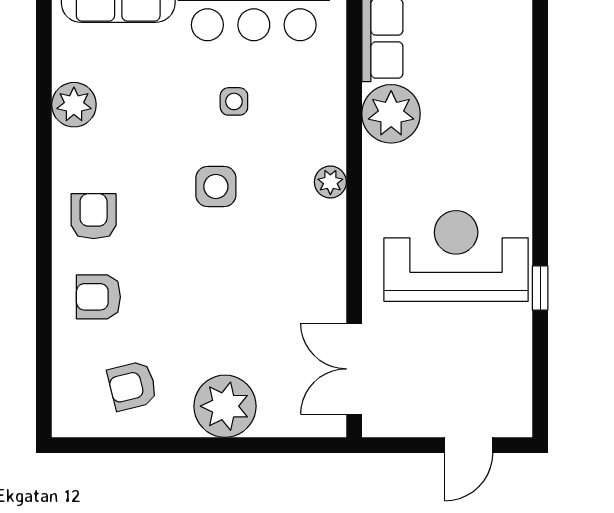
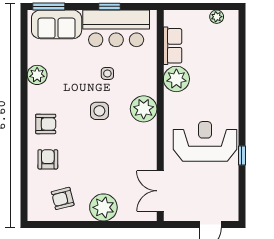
plant: (330, 182) -> (144, 109), width x1.88, depth x1.88
armchair: (94, 216) -> (46, 124), turned 90
armchair: (98, 297) -> (48, 159), turned 90

